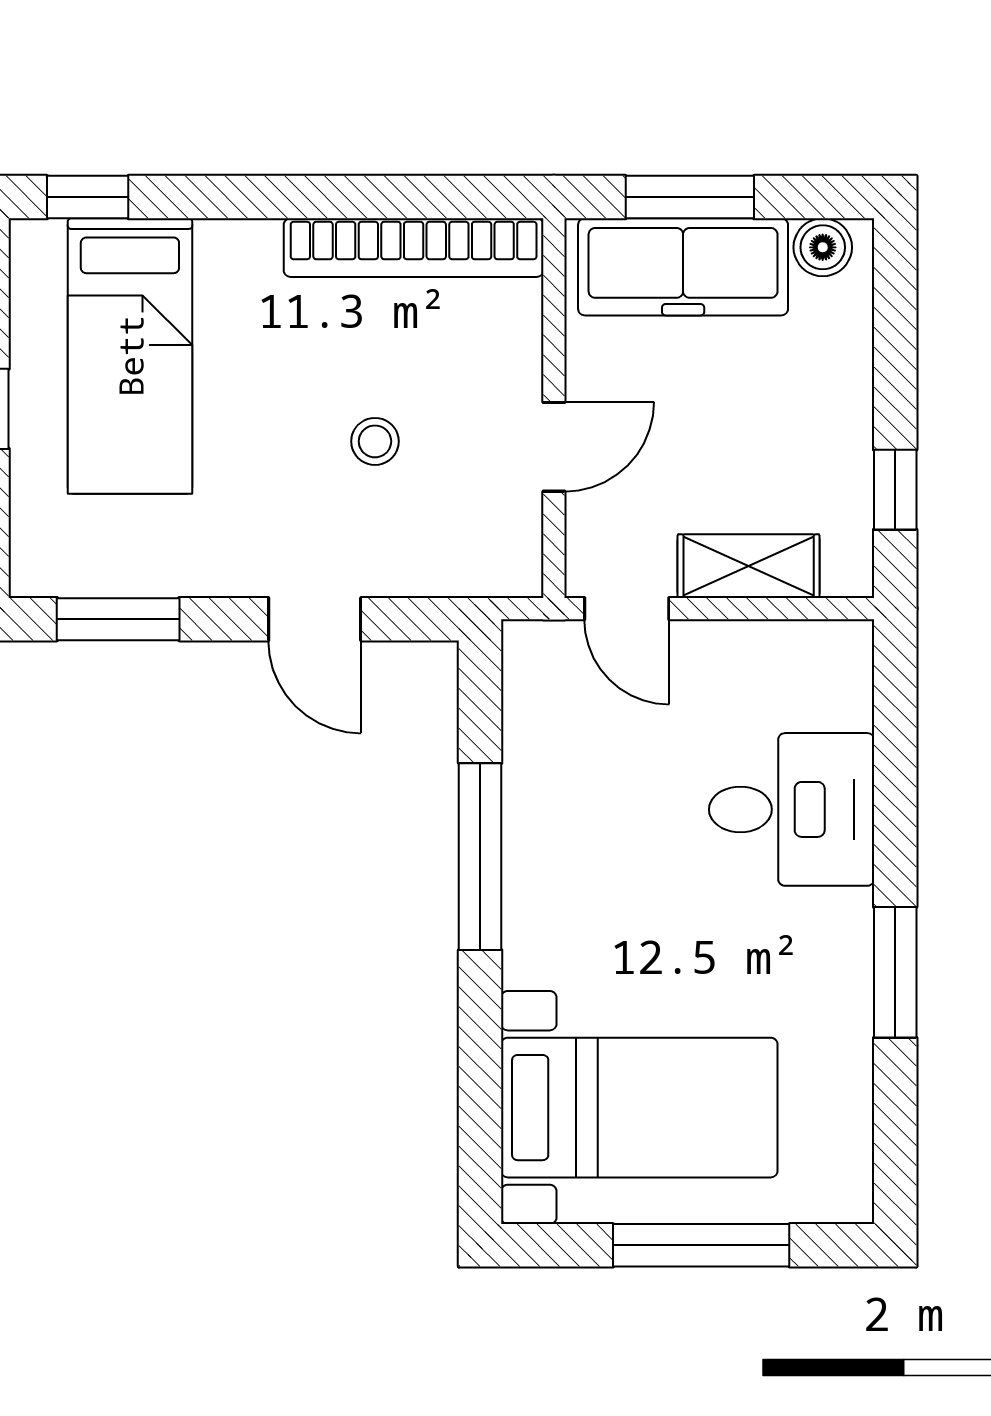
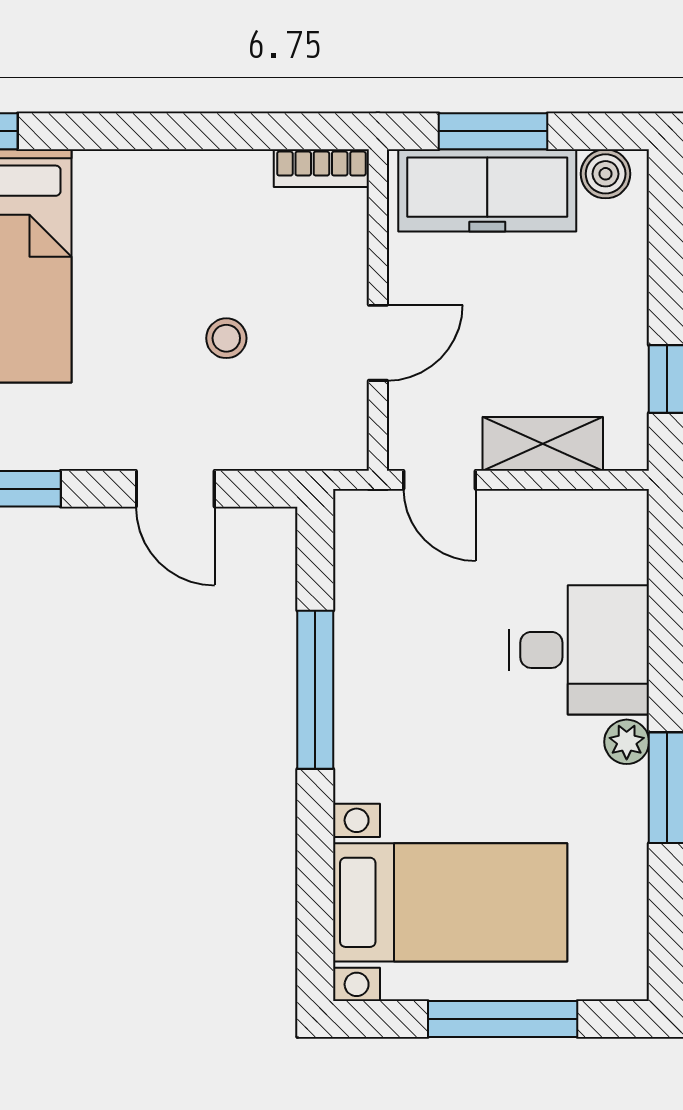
bookcase: (414, 248) -> (321, 168), width x0.43, depth x0.76
plant: (848, 918) -> (627, 742), added

